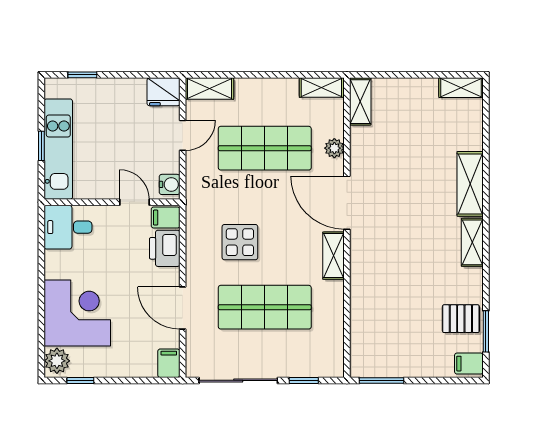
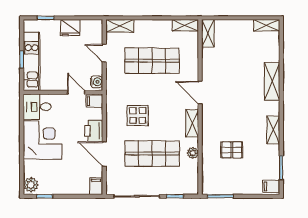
fridge: (163, 92) -> (70, 28), moved
door: (183, 135) -> (104, 53), swing flipped
plant: (334, 148) -> (193, 153), moved
door: (347, 203) -> (200, 92), width x0.73
shelving: (472, 242) -> (273, 130), moved
printer: (165, 248) -> (94, 131), moved
corner desk: (77, 313) -> (43, 140), moved
pallet: (461, 319) -> (232, 150), moved

